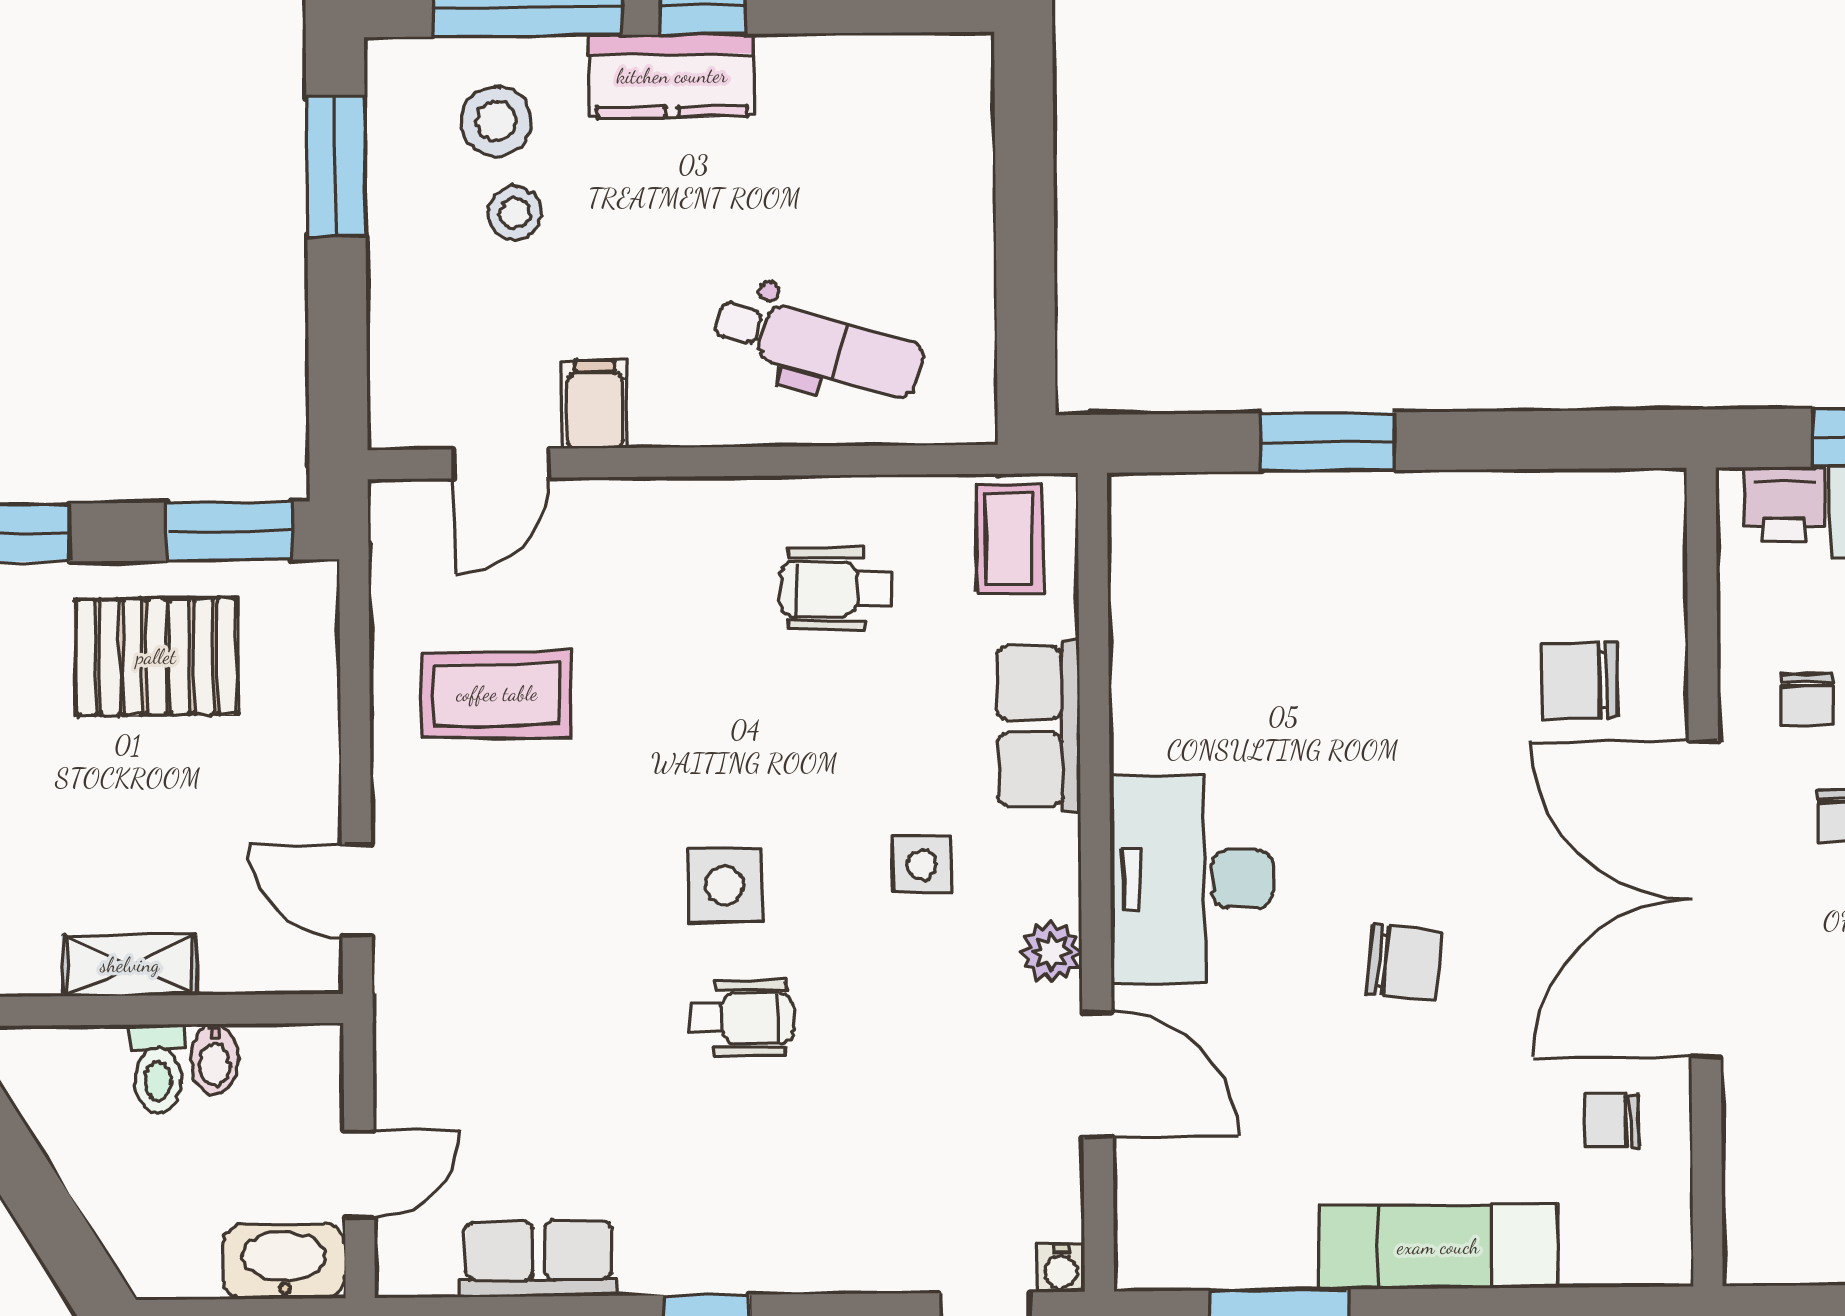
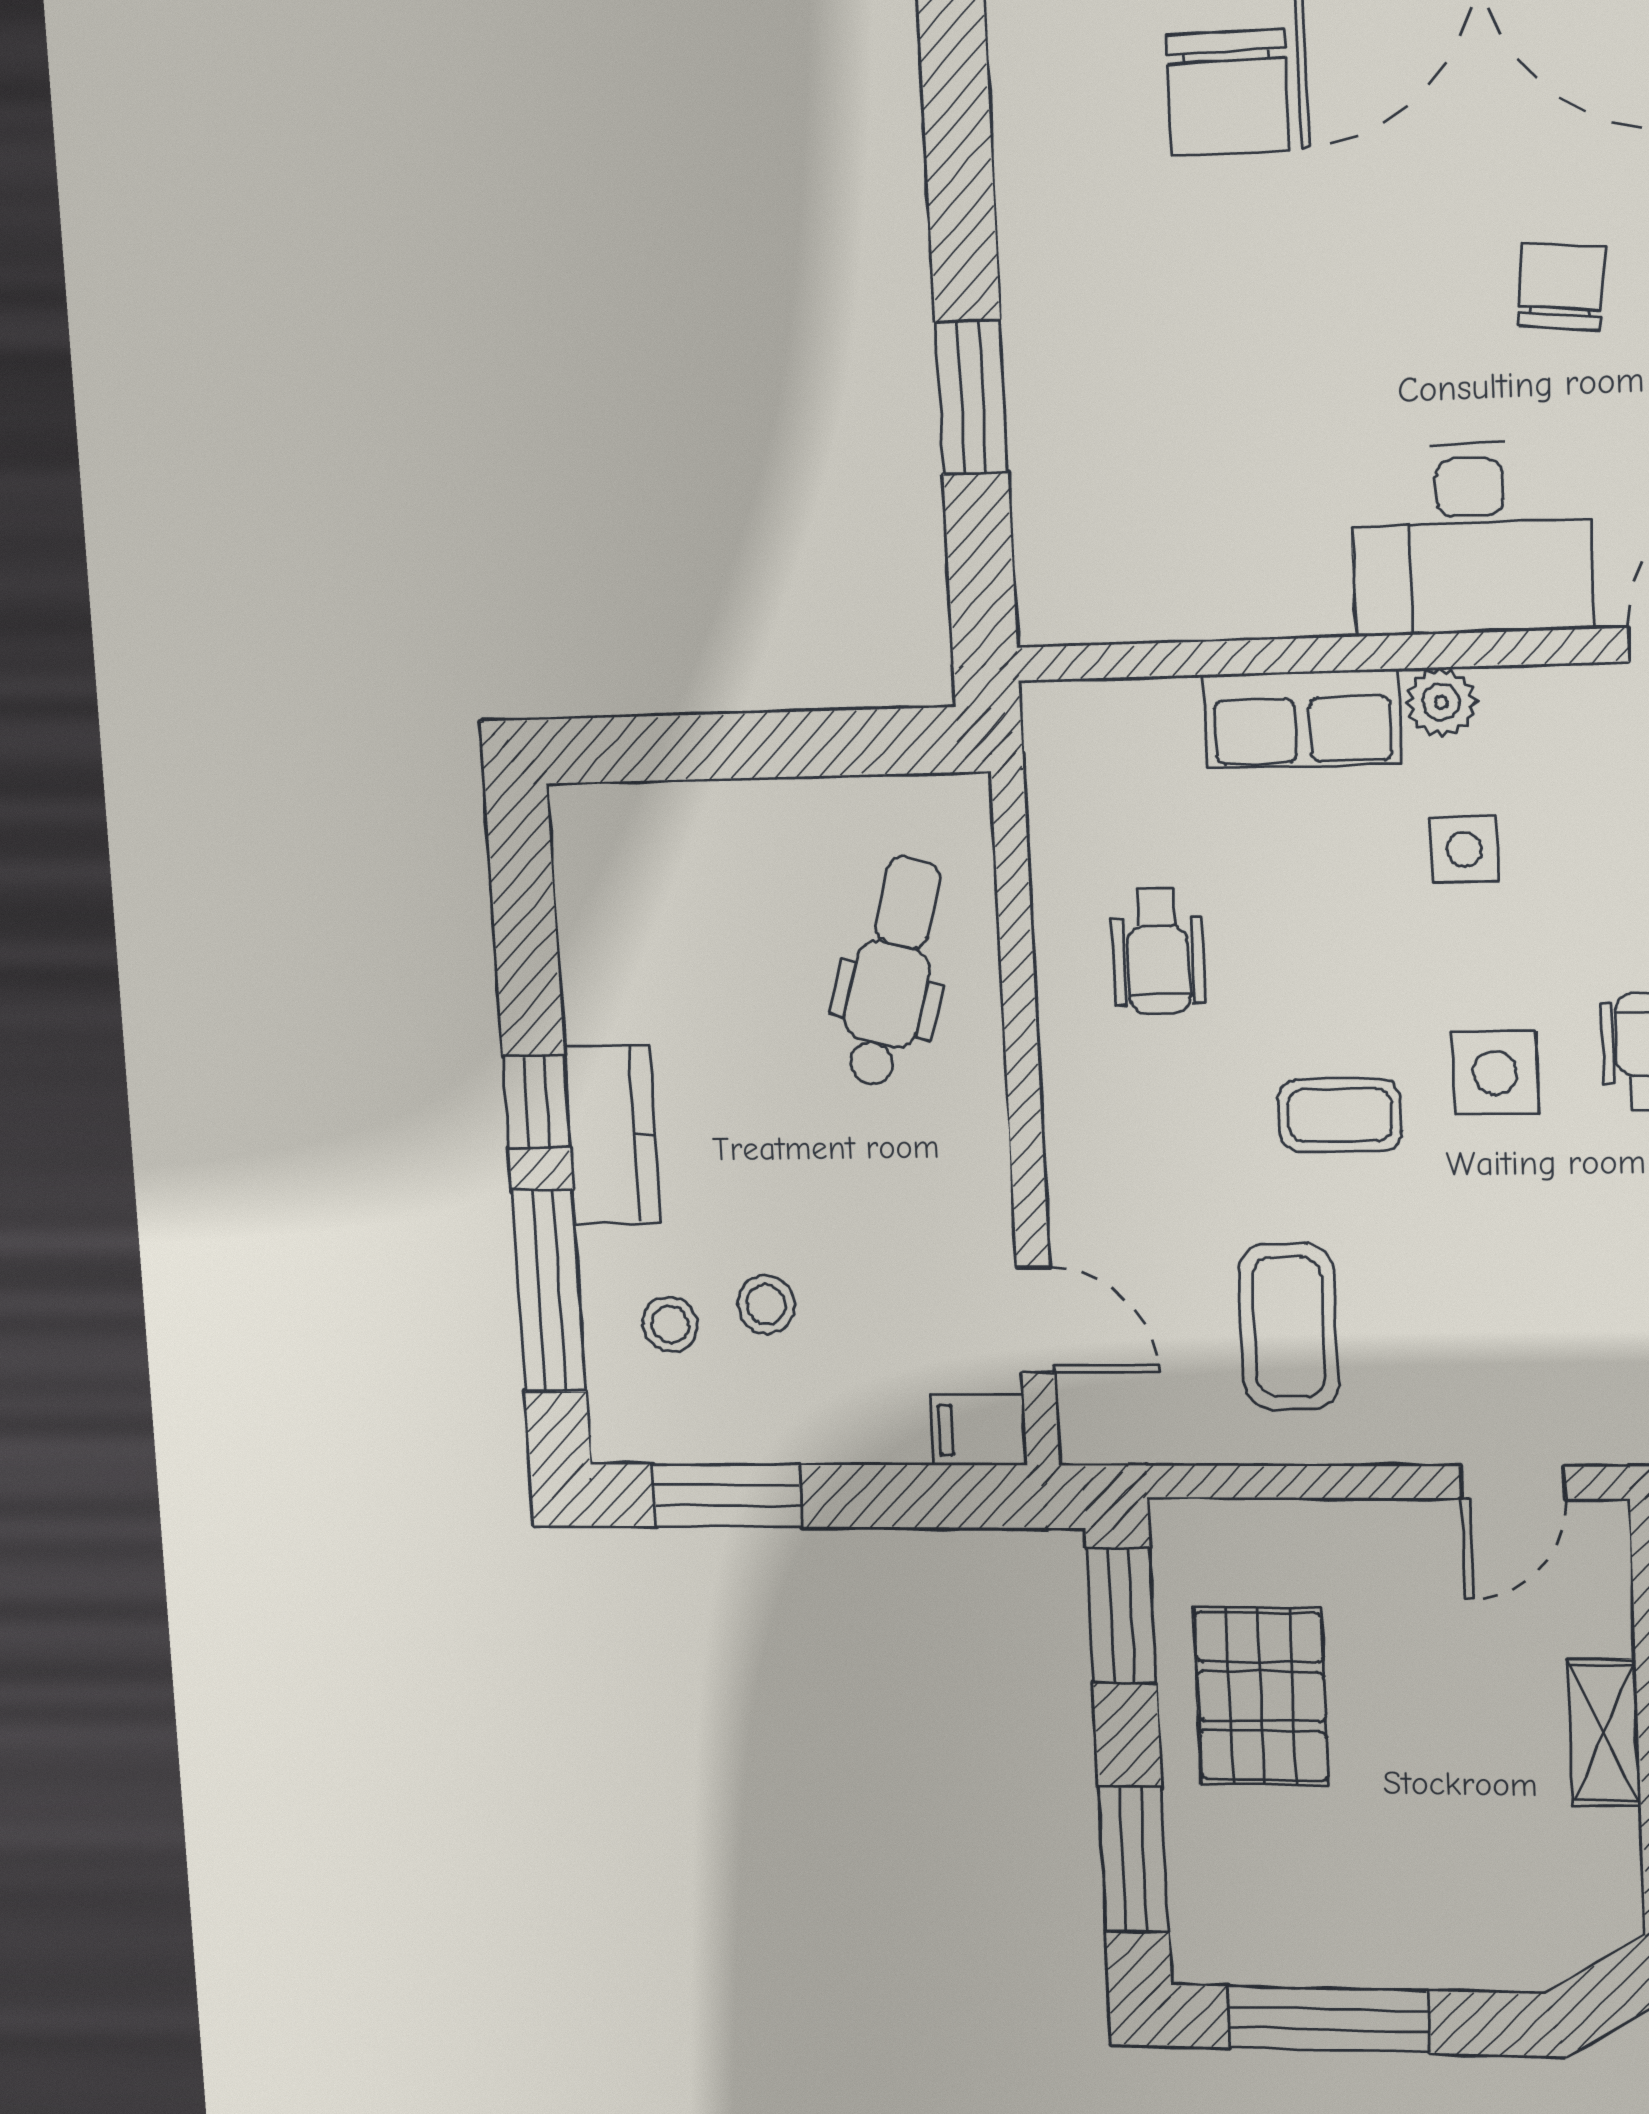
stool: (496, 121) -> (670, 1324), width x0.73, depth x0.73
filing cabinet: (595, 405) -> (979, 1430), moved
coffee table: (1009, 538) -> (1340, 1115), moved
chair: (1580, 680) -> (1228, 93), width x1.37, depth x1.37
plant: (1052, 952) -> (1441, 702), moved

